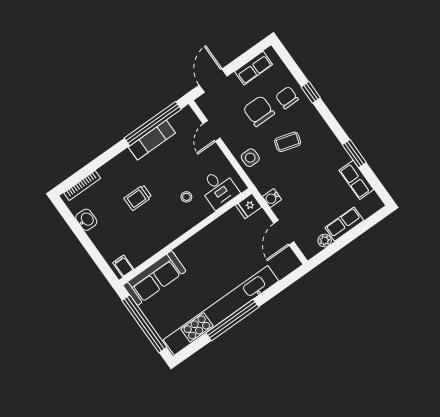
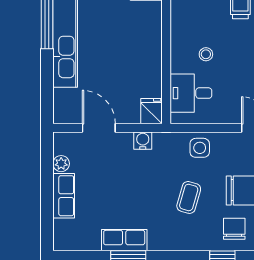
chair: (287, 98) -> (234, 229), turned -90
row of seats: (356, 180) -> (124, 240), moved

